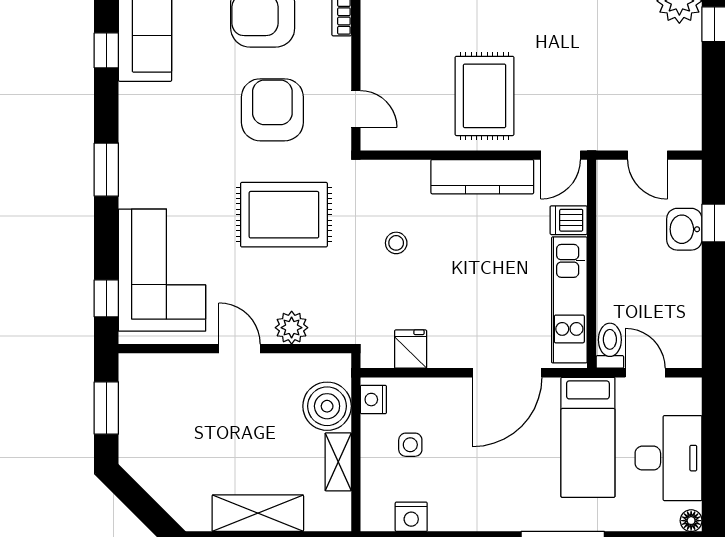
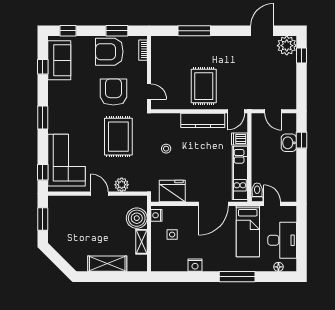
rug: (284, 215) -> (118, 137), turned 90
fridge: (411, 349) -> (172, 191), width x1.88, depth x1.34
nightstand: (411, 517) -> (195, 265), moved
floor lamp: (691, 521) -> (278, 267), moved

